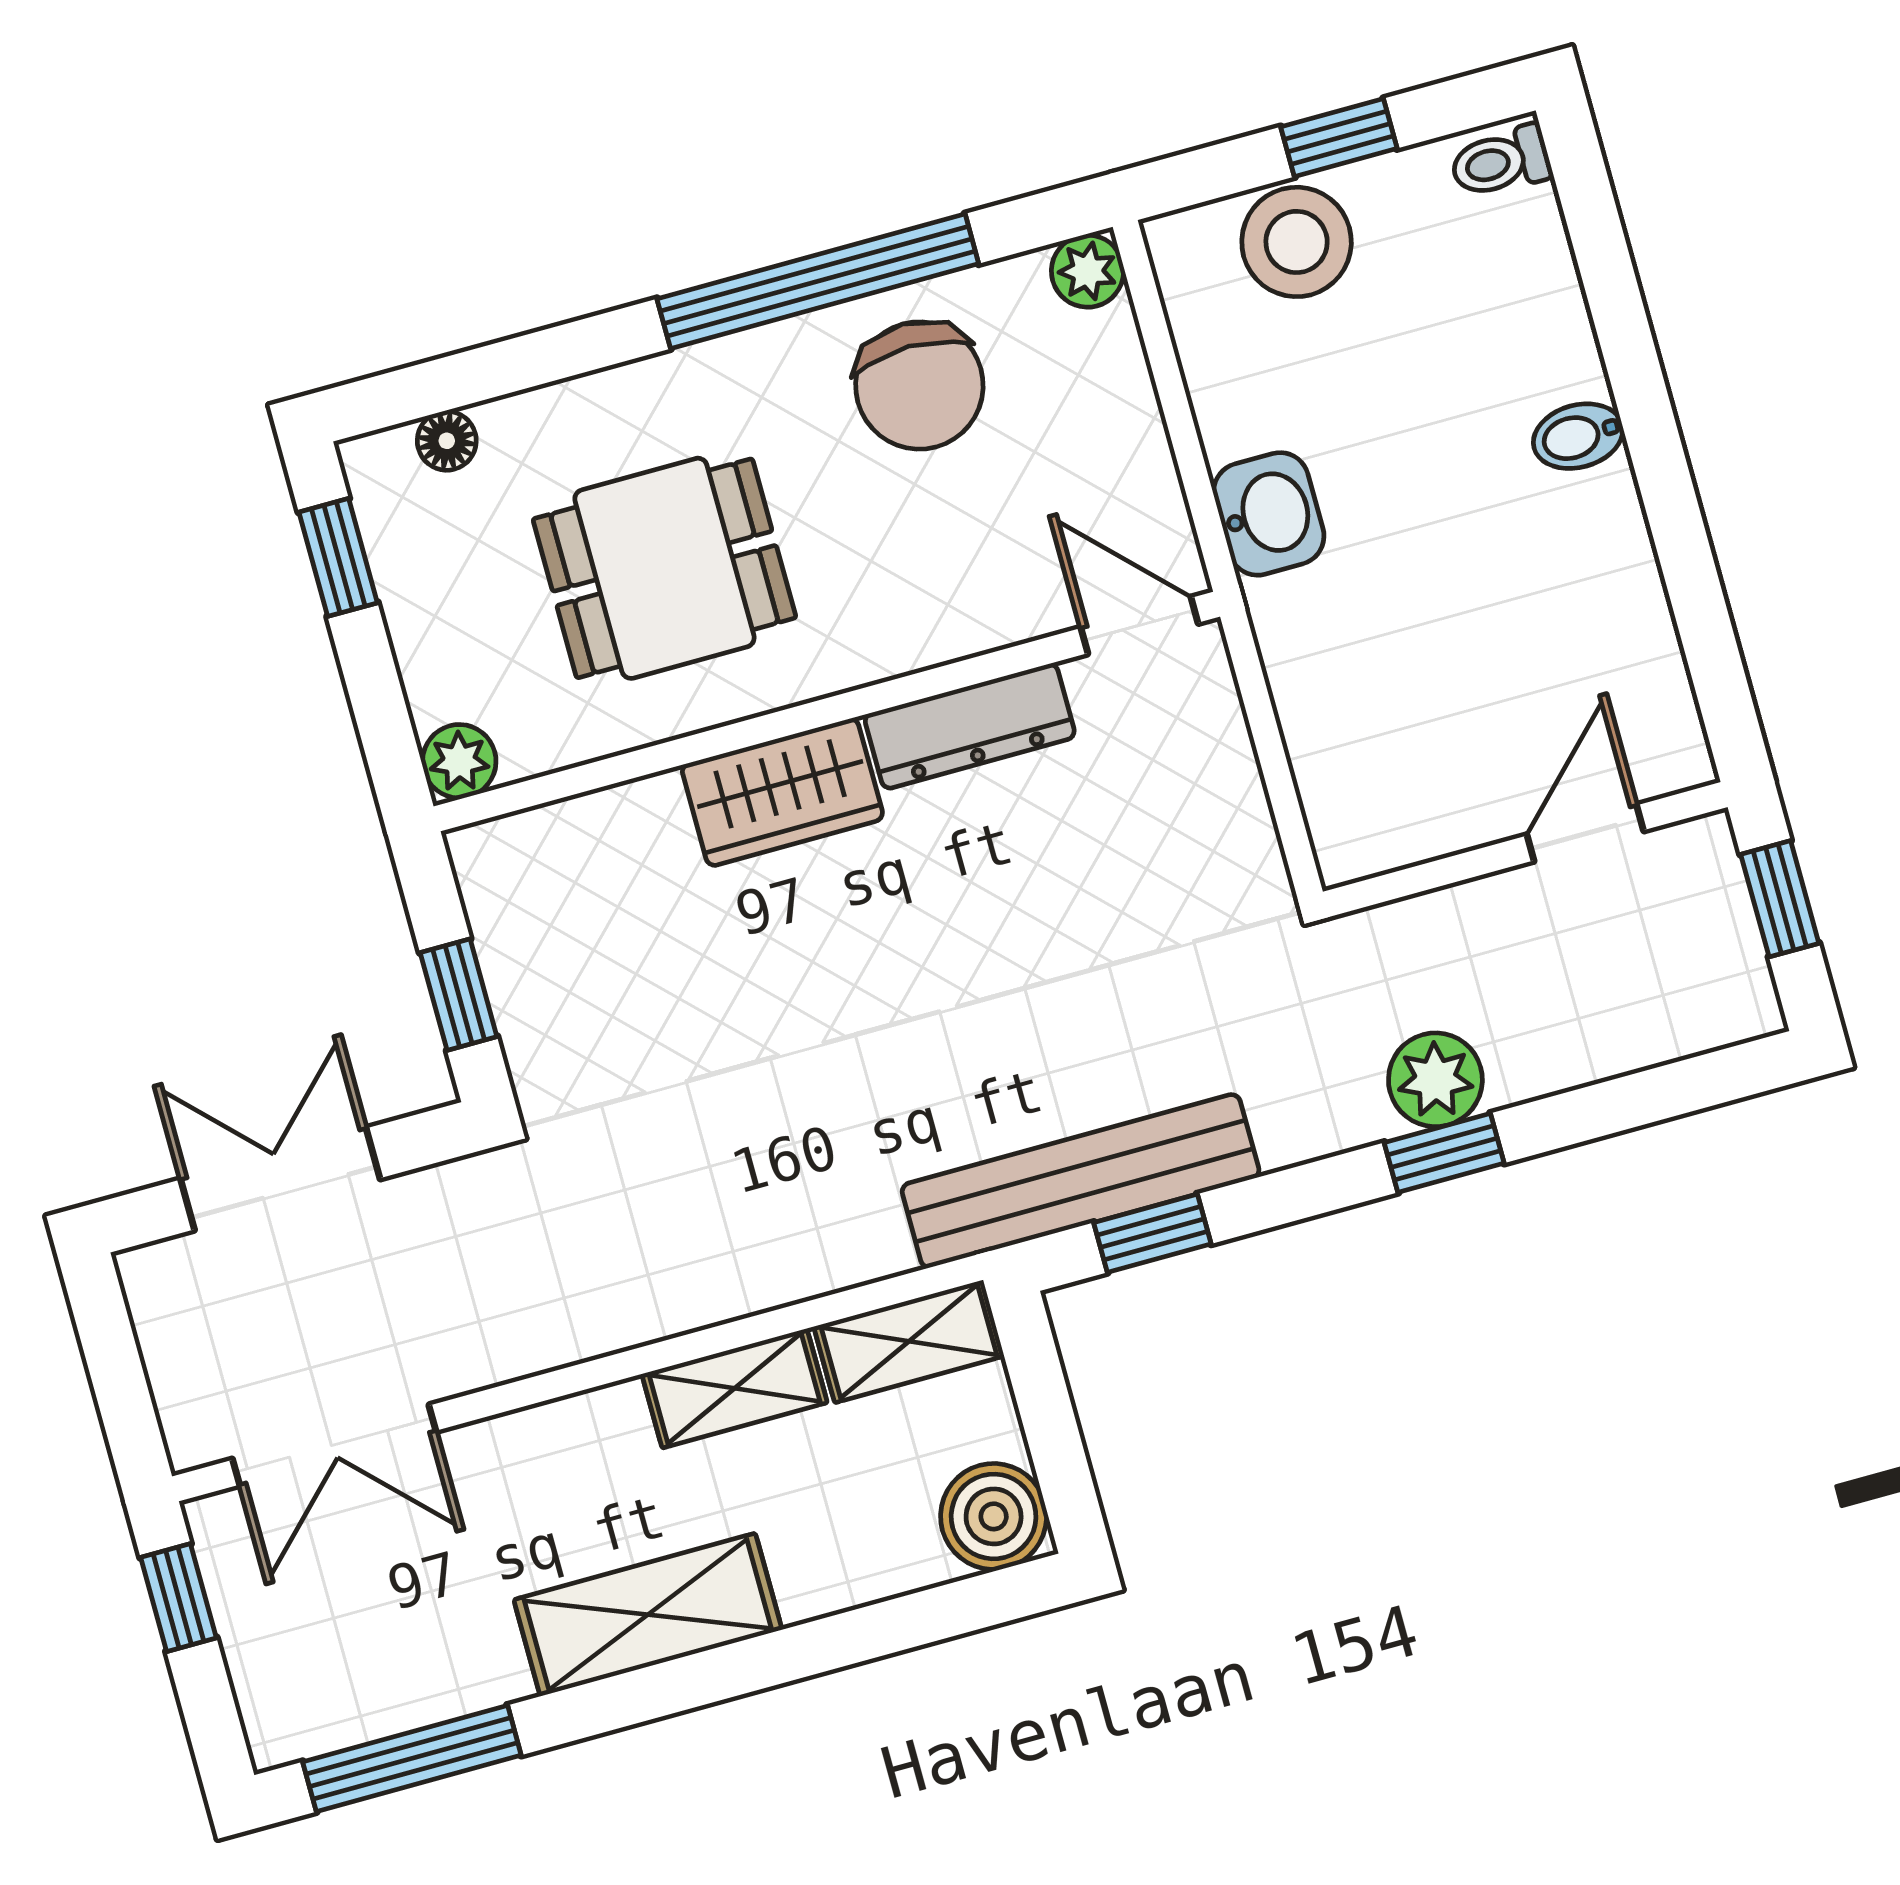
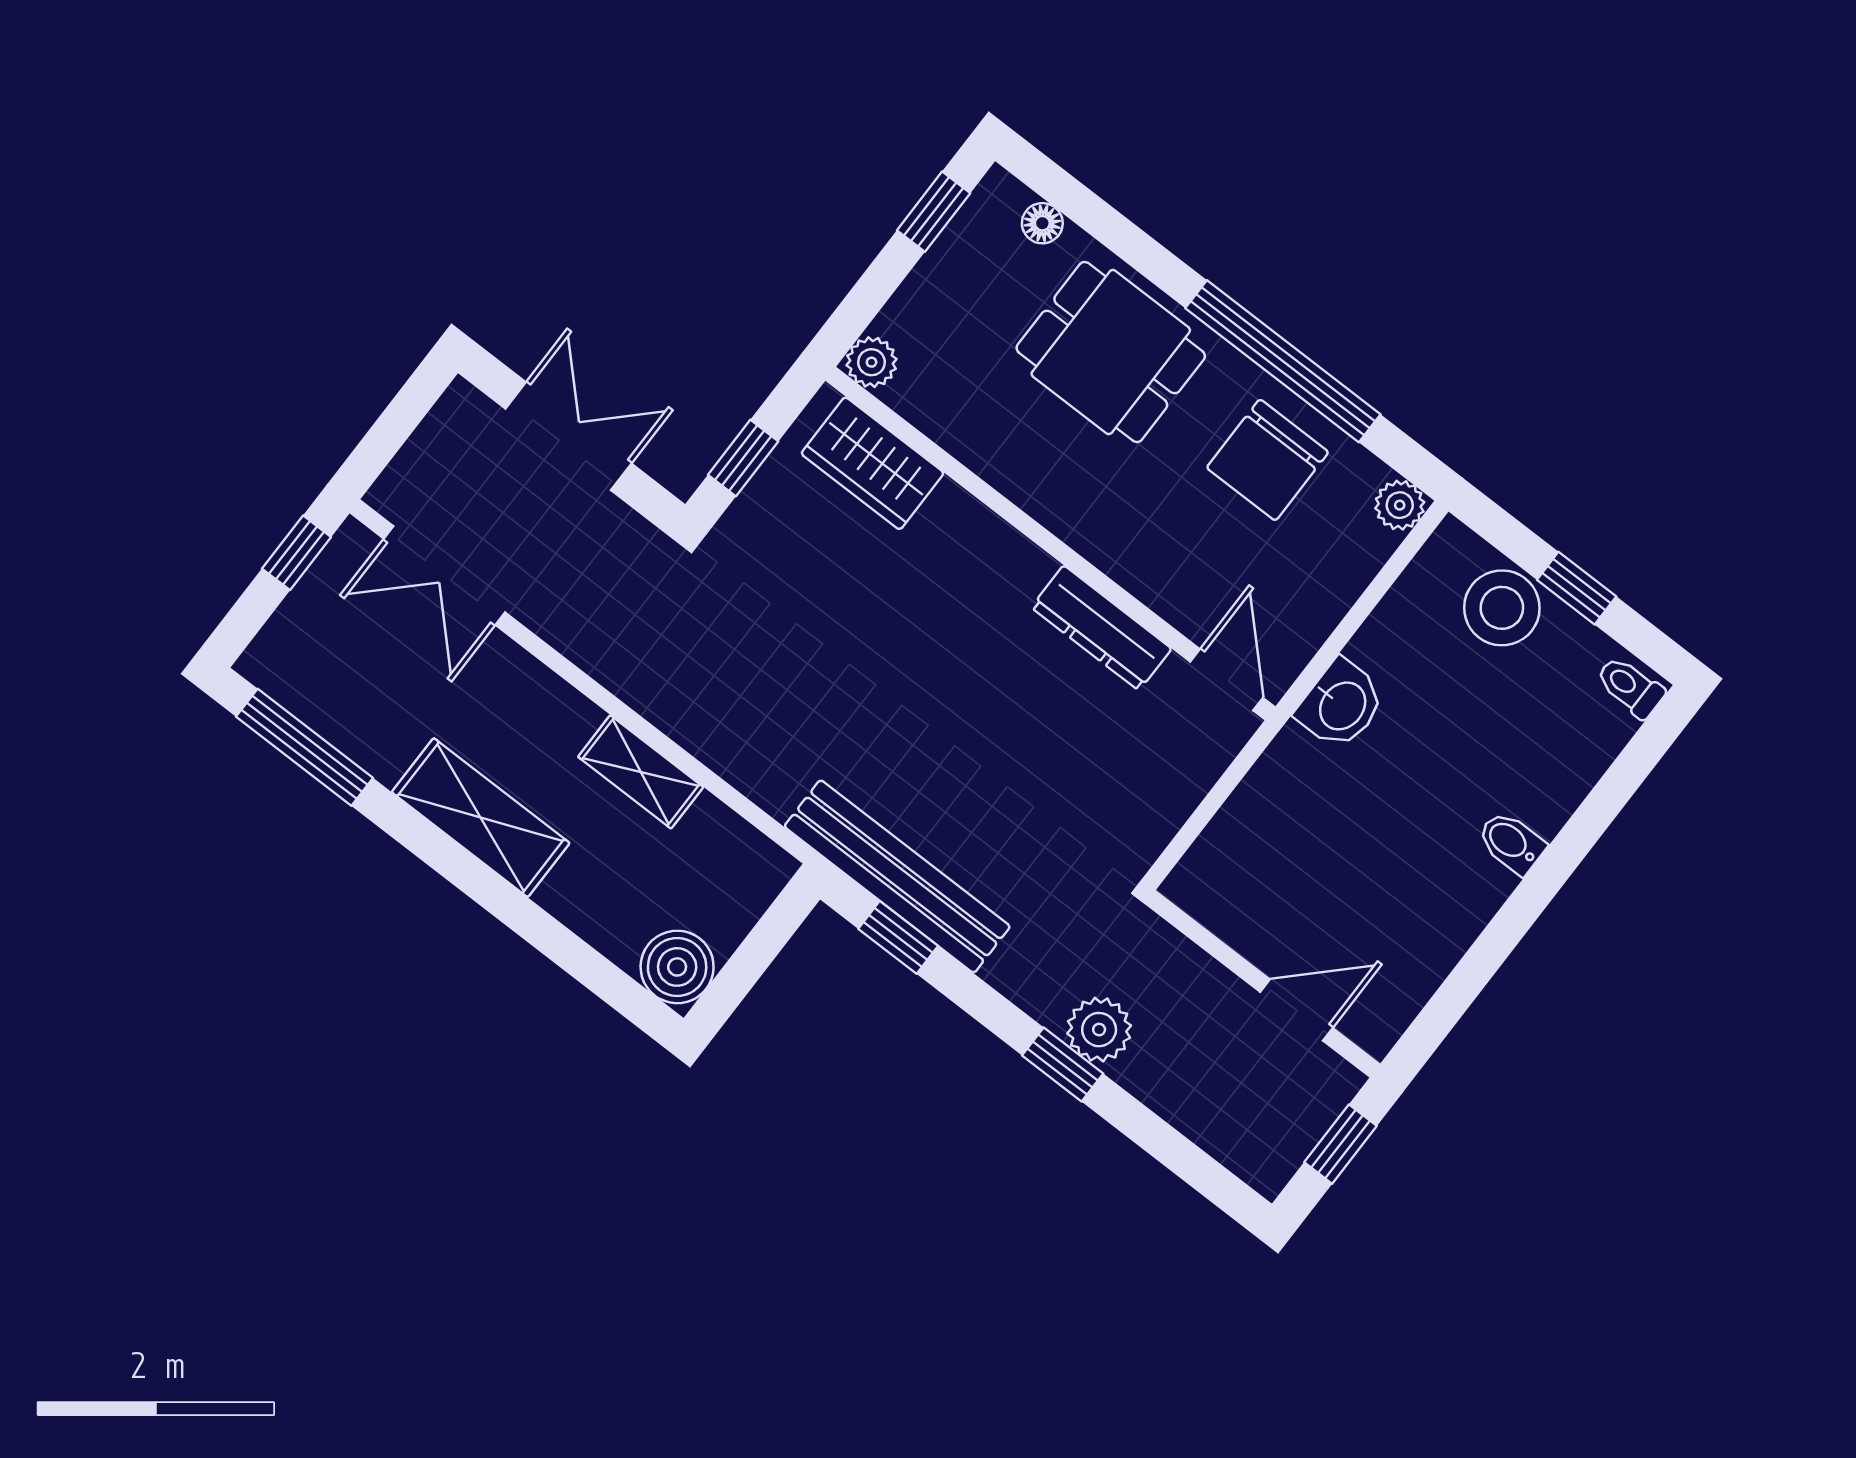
dining table: (664, 568) -> (1111, 352), moved
wardrobe: (782, 792) -> (872, 463), moved
shelving: (909, 1341) -> (738, 848), removed

